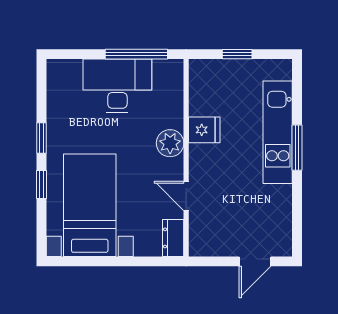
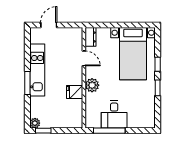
window: (237, 54) -> (43, 131), moved
plant: (282, 69) -> (35, 123), added
desk: (117, 86) -> (114, 114), width x0.73
kitchen unit: (278, 132) -> (37, 70), moved

